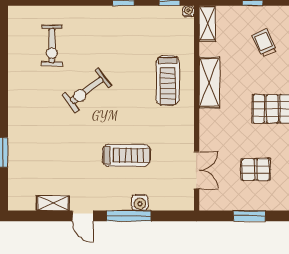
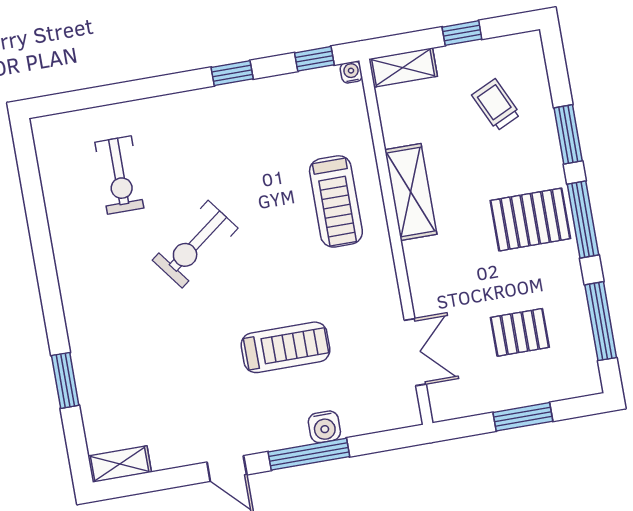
shelving: (207, 24) -> (403, 68), moved, turned 90
shelving: (53, 203) -> (120, 464), moved

